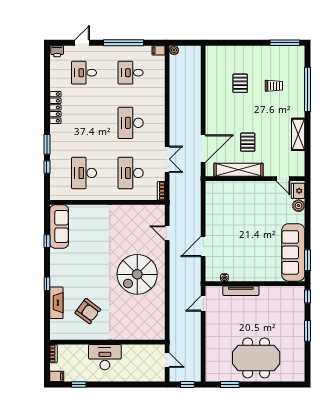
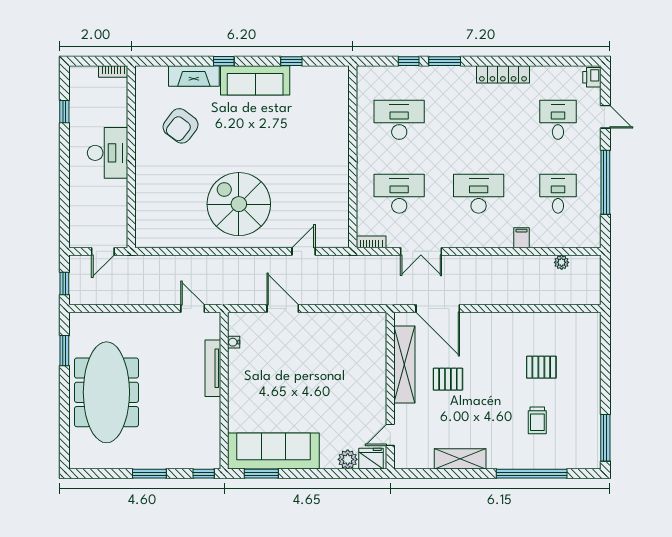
filing cabinet: (158, 50) -> (522, 238), moved
plant: (174, 50) -> (562, 262), moved
sofa: (59, 226) -> (255, 80), moved
meeting table: (256, 358) -> (106, 392), width x1.36
filing cabinet: (57, 376) -> (77, 77), removed

